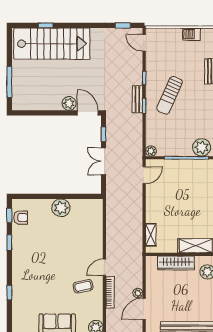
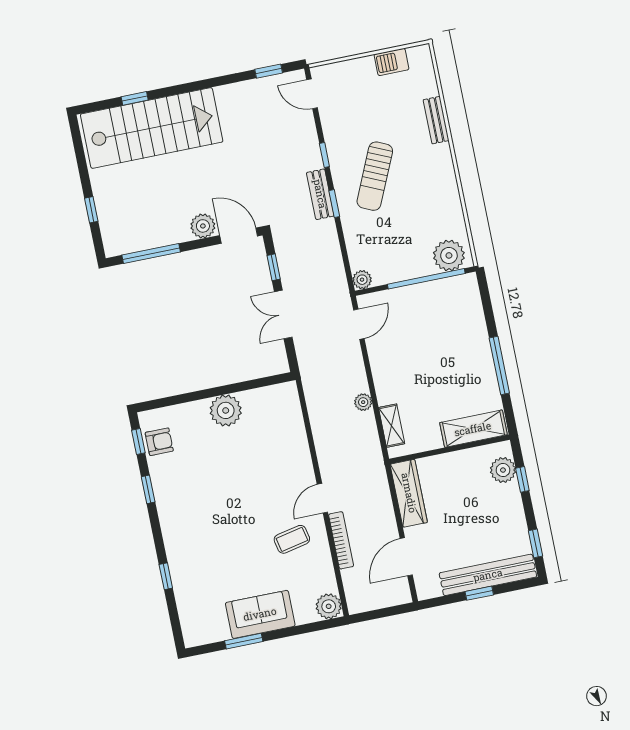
window: (9, 82) -> (91, 210), width x0.46
window: (37, 113) -> (151, 254), added
wardrobe: (176, 263) -> (409, 493), moved, turned -90
plant: (138, 293) -> (363, 402), moved

